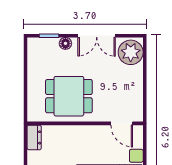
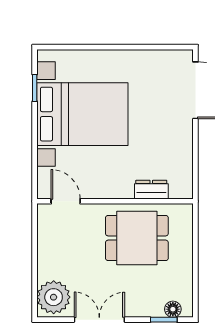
floor lamp: (65, 43) -> (173, 309), moved
dresser: (34, 137) -> (151, 190), moved, turned 90

